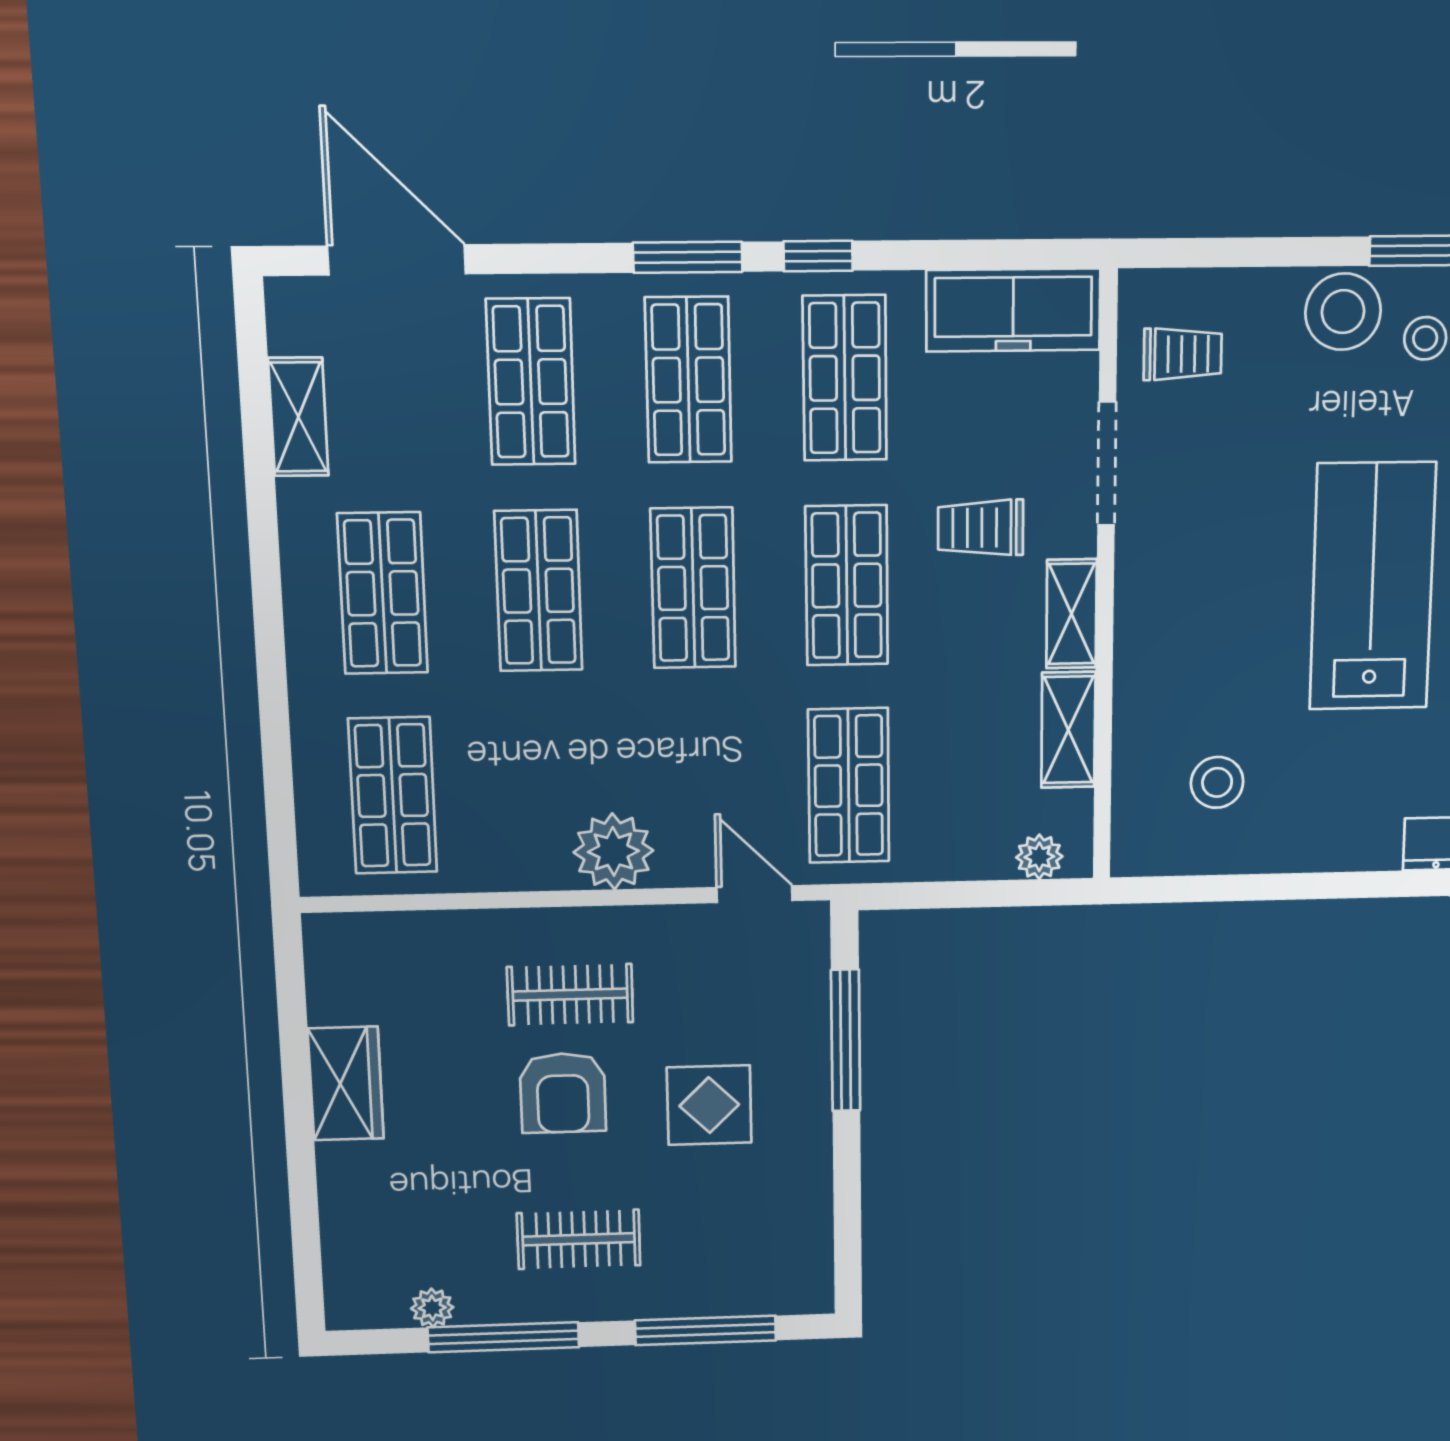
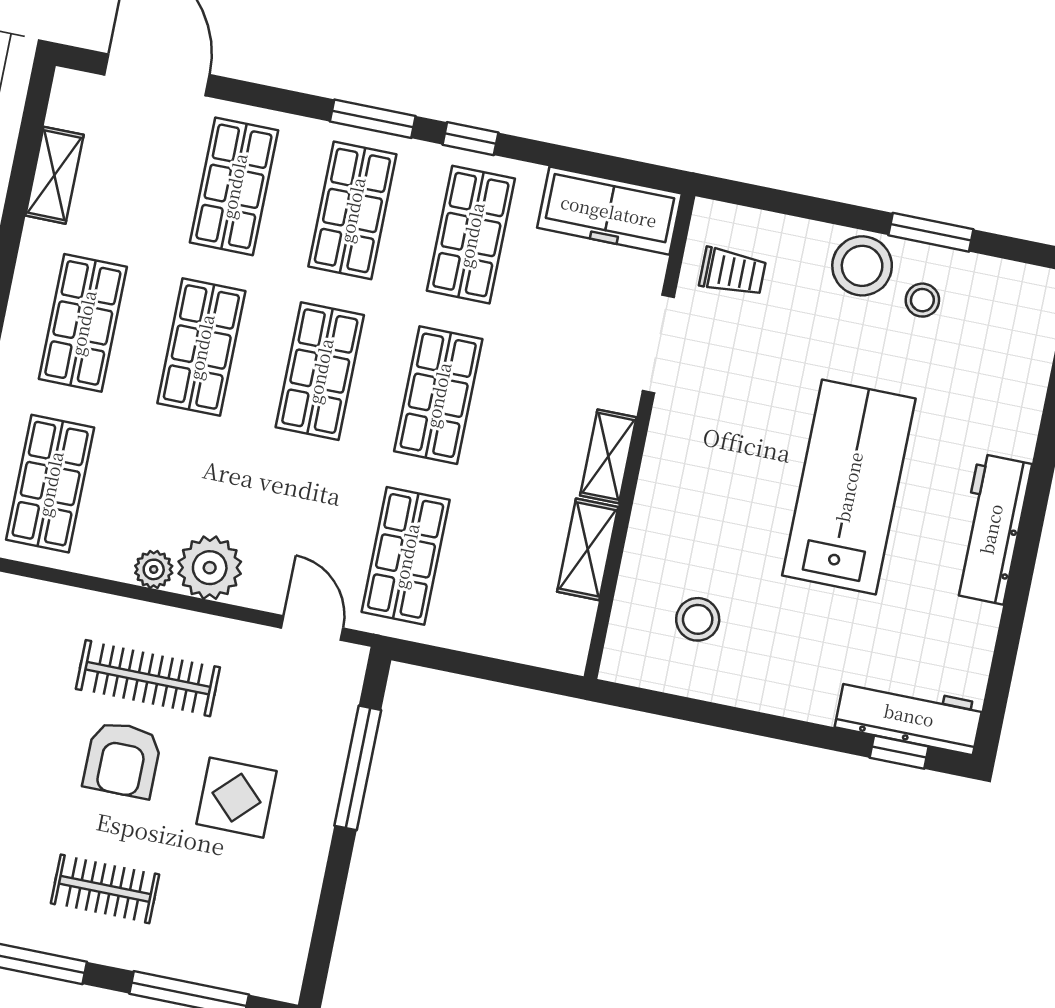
trolley: (981, 528) -> (551, 373), removed
plant: (1039, 857) -> (154, 569), moved
clothes rail: (570, 995) -> (148, 678), width x1.36

